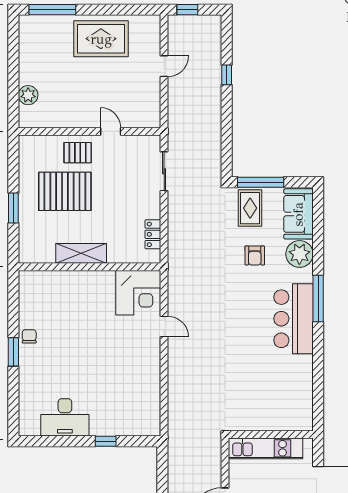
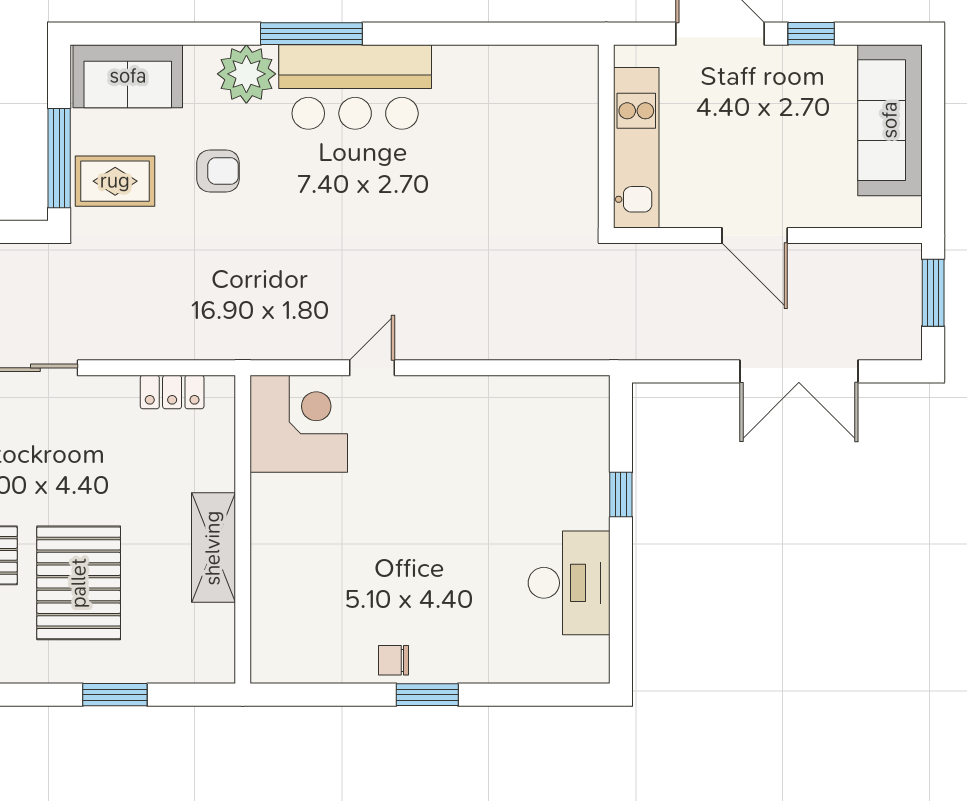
plant: (299, 254) -> (246, 74), moved

